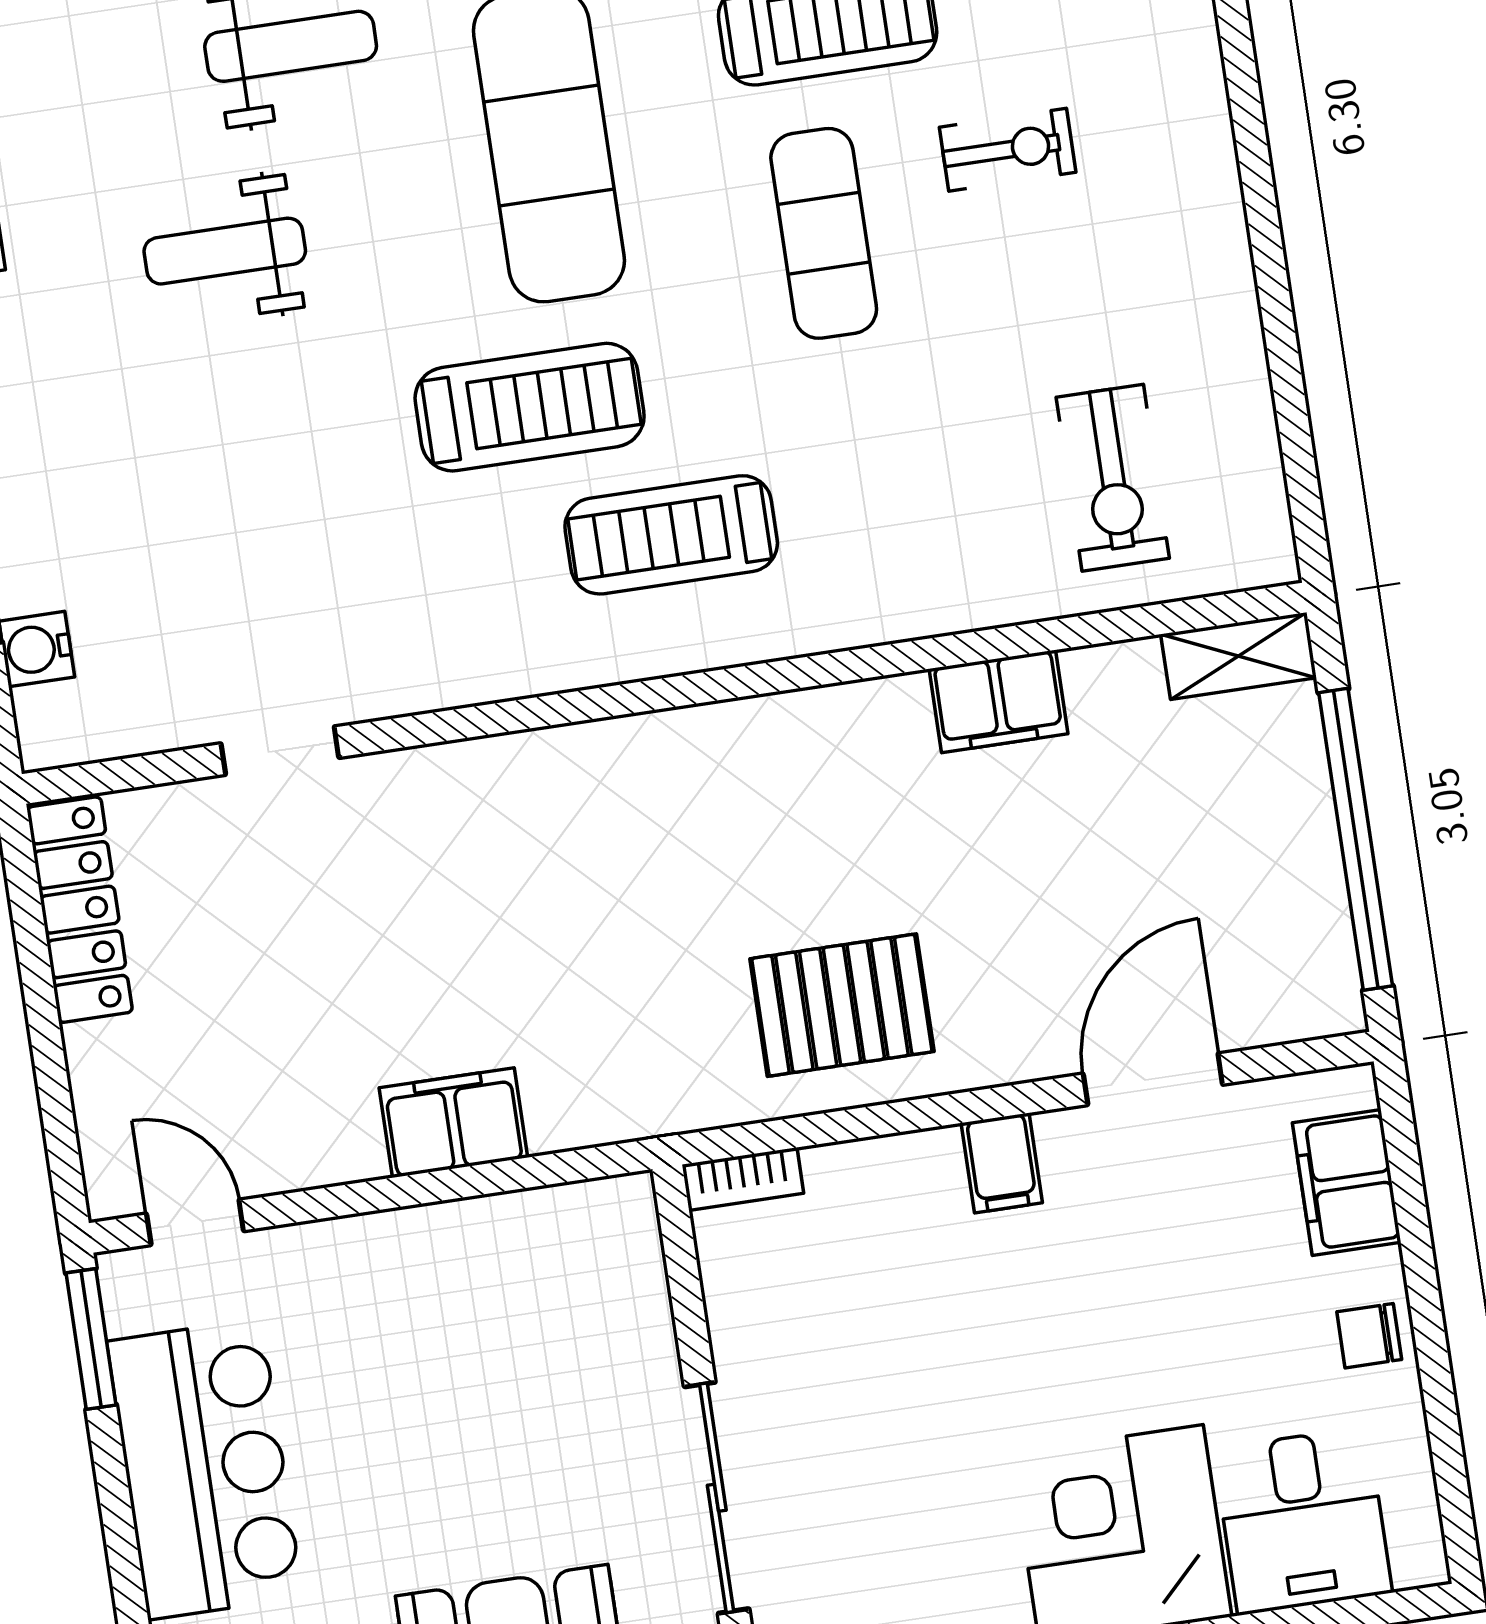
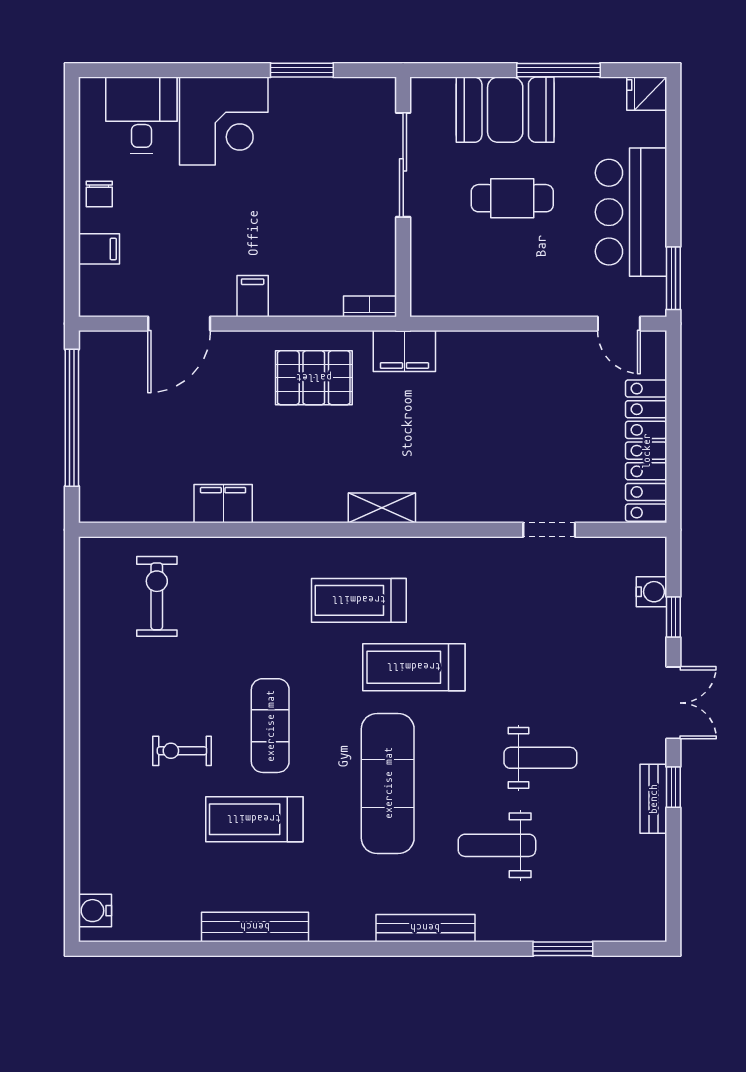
treadmill: (671, 535) -> (359, 600), turned 180
shelving: (1239, 656) -> (382, 508), moved
locker: (80, 910) -> (646, 451), width x1.41, depth x1.21
filing cabinet: (453, 1123) -> (404, 351), moved
filing cabinet: (1347, 1182) -> (99, 249), width x0.50
chair: (1369, 1336) -> (99, 194), turned 90
cafe table: (468, 1461) -> (512, 198), added

